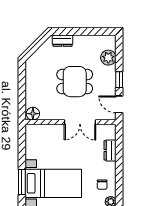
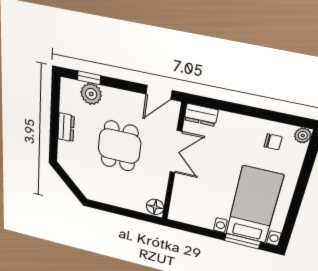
dresser: (62, 41) -> (66, 127), moved
window: (119, 80) -> (89, 78), moved
dresser: (110, 150) -> (201, 115), moved

